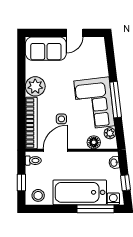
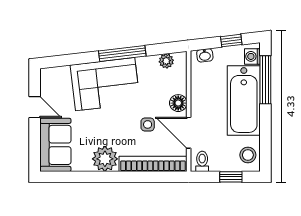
corner sofa: (94, 103) -> (105, 84), moved
floor lamp: (94, 142) -> (178, 103), moved

